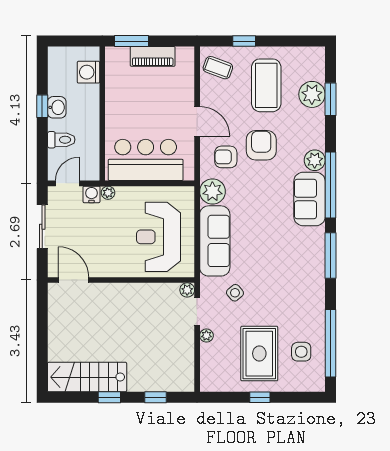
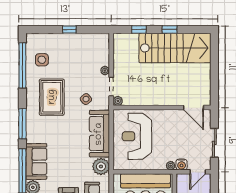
reception desk: (158, 237) -> (137, 136), turned 180
rug: (259, 354) -> (52, 97), moved
stairs: (87, 377) -> (175, 48), width x1.36, depth x1.51

